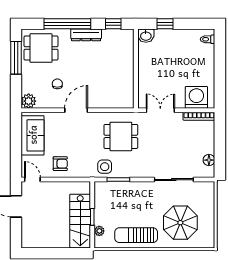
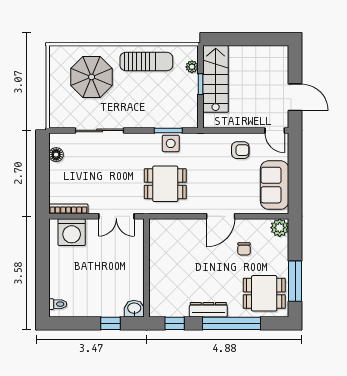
armchair: (60, 164) -> (240, 150), turned 180
side table: (105, 167) -> (171, 143), moved

